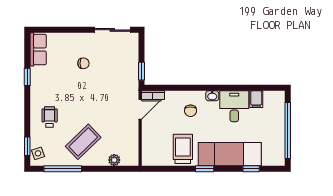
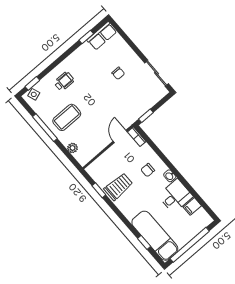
window: (27, 77) -> (86, 37), moved
door: (140, 109) -> (120, 136), swing flipped
coffee table: (83, 142) -> (67, 117), turned -46
exam couch: (230, 154) -> (155, 236), moved
window: (63, 169) -> (45, 128), moved
window: (205, 169) -> (99, 190), moved

